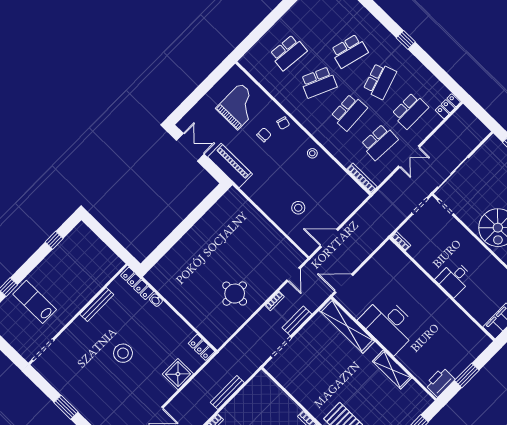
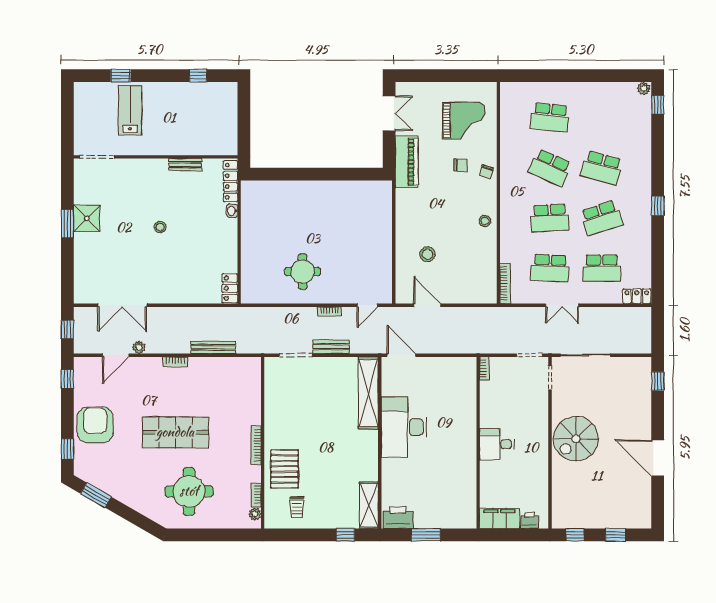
bench: (97, 304) -> (185, 165), width x0.73
stool: (123, 353) -> (160, 227), width x0.53, depth x0.53
shelving: (392, 370) -> (369, 505), moved
shower: (178, 374) -> (87, 218), moved

